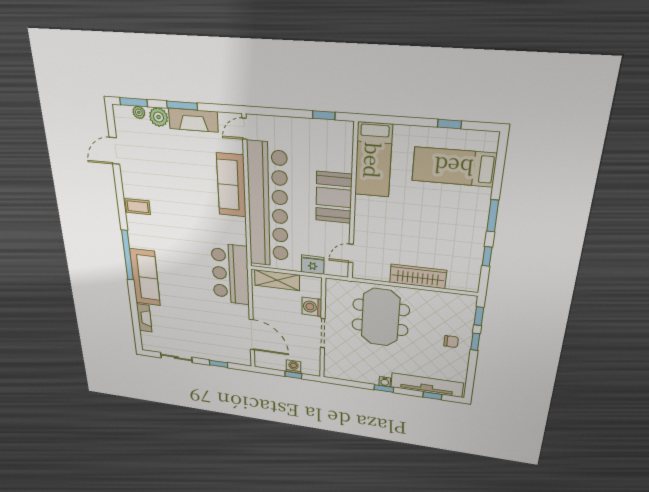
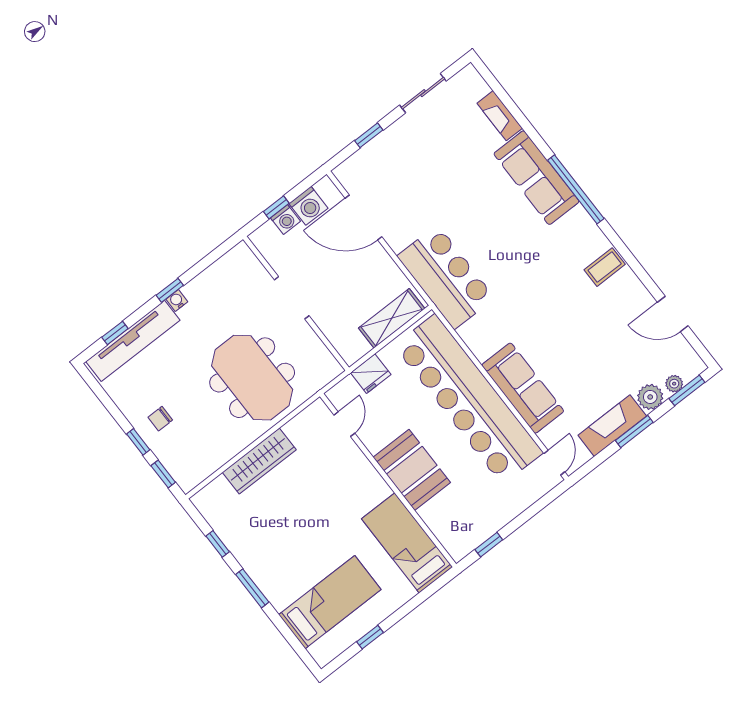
door: (115, 151) -> (673, 314), swing flipped
washing machine: (312, 307) -> (308, 206), moved, turned 90

